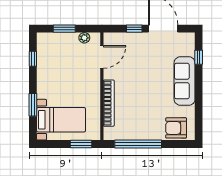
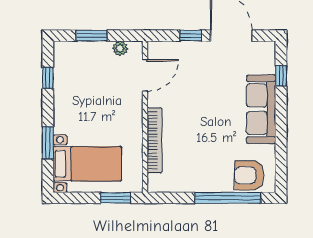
window: (138, 144) -> (228, 198), moved

